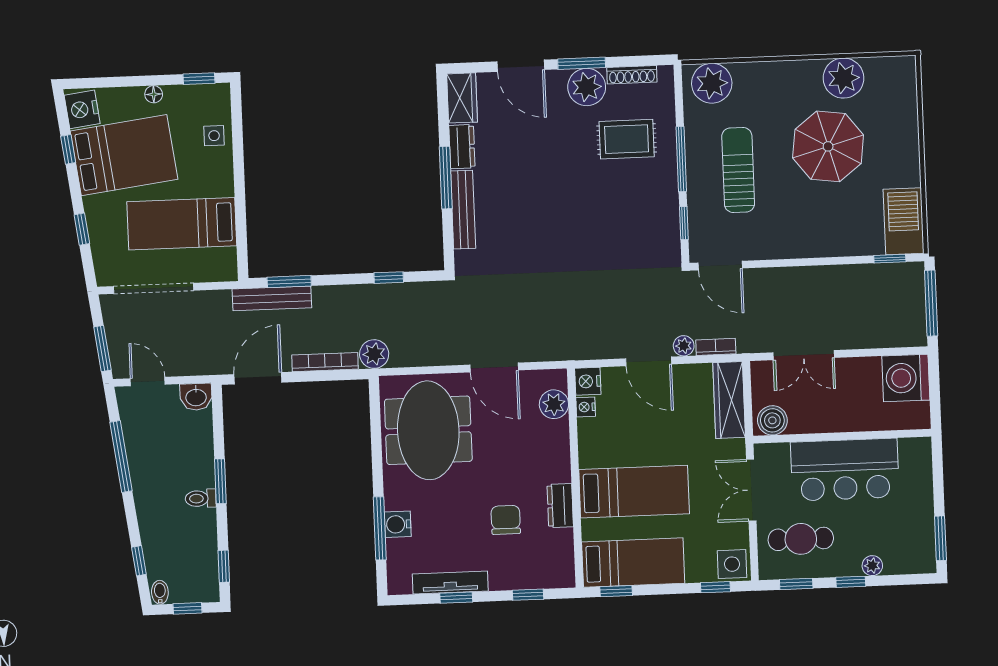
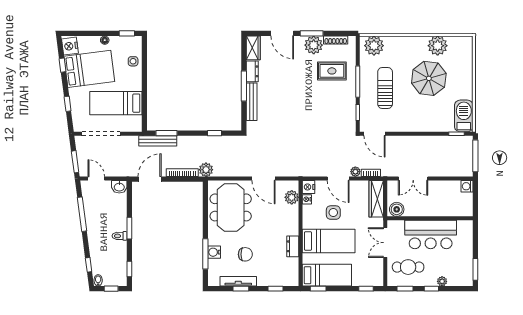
washing machine: (906, 378) -> (467, 186), width x0.53, depth x0.53
chair: (506, 520) -> (245, 254), moved, turned 90
side table: (732, 564) -> (333, 213), moved

